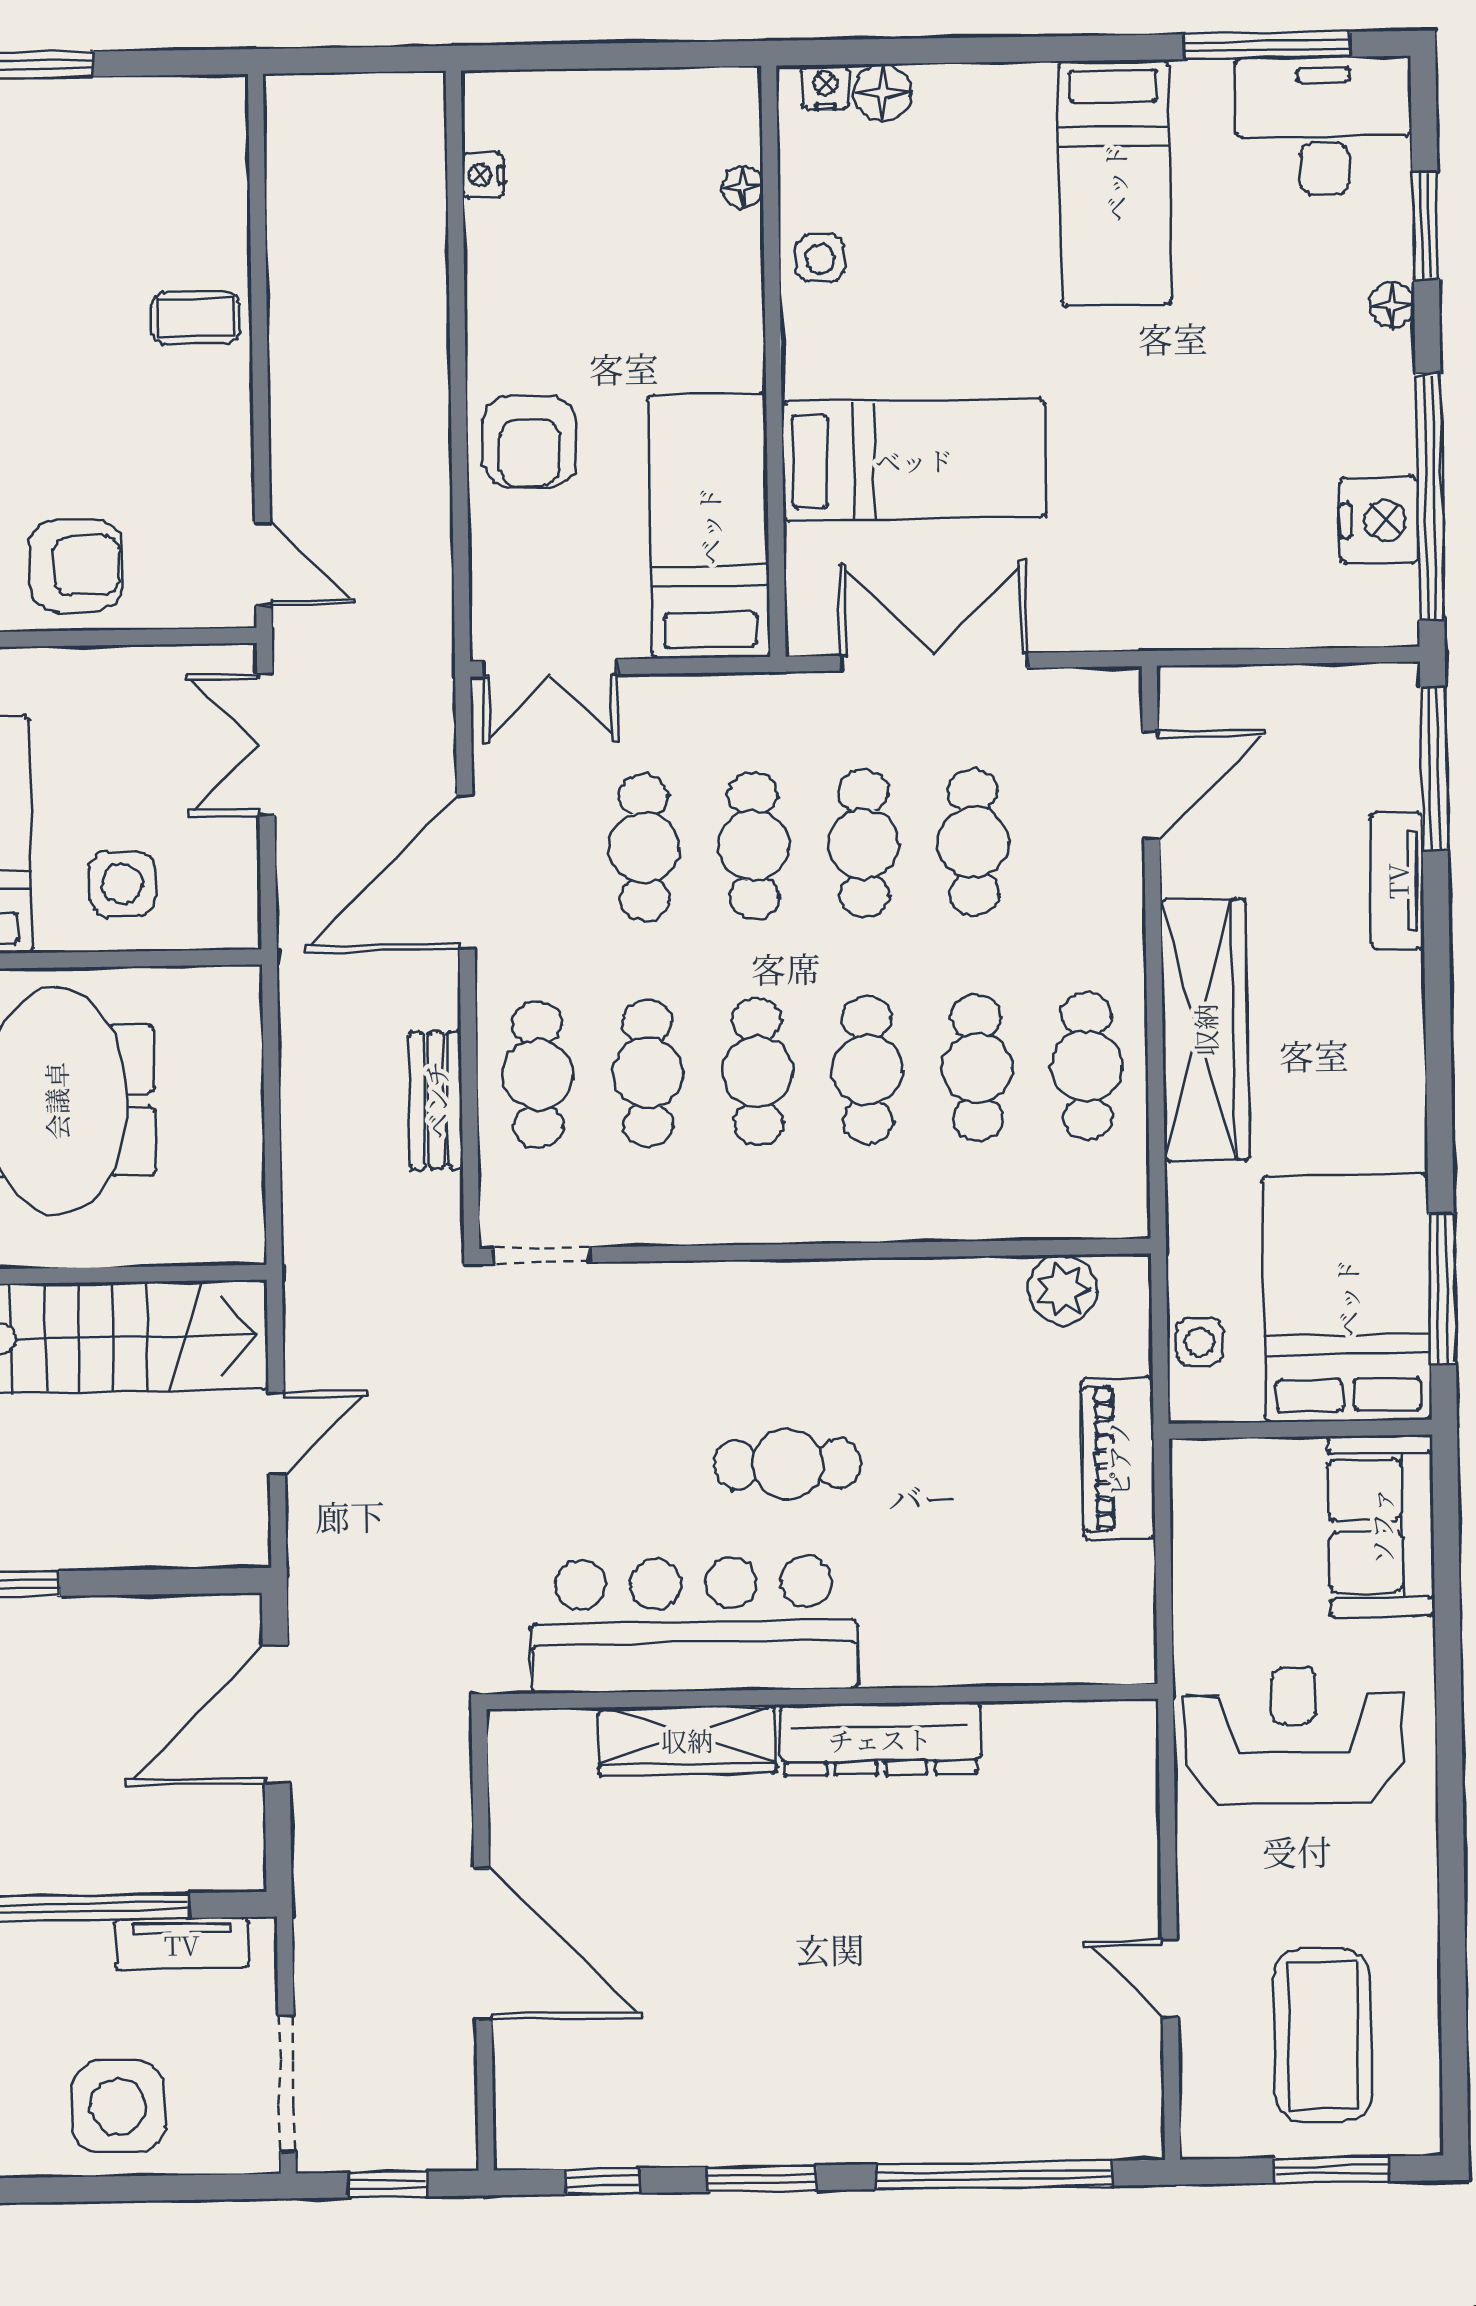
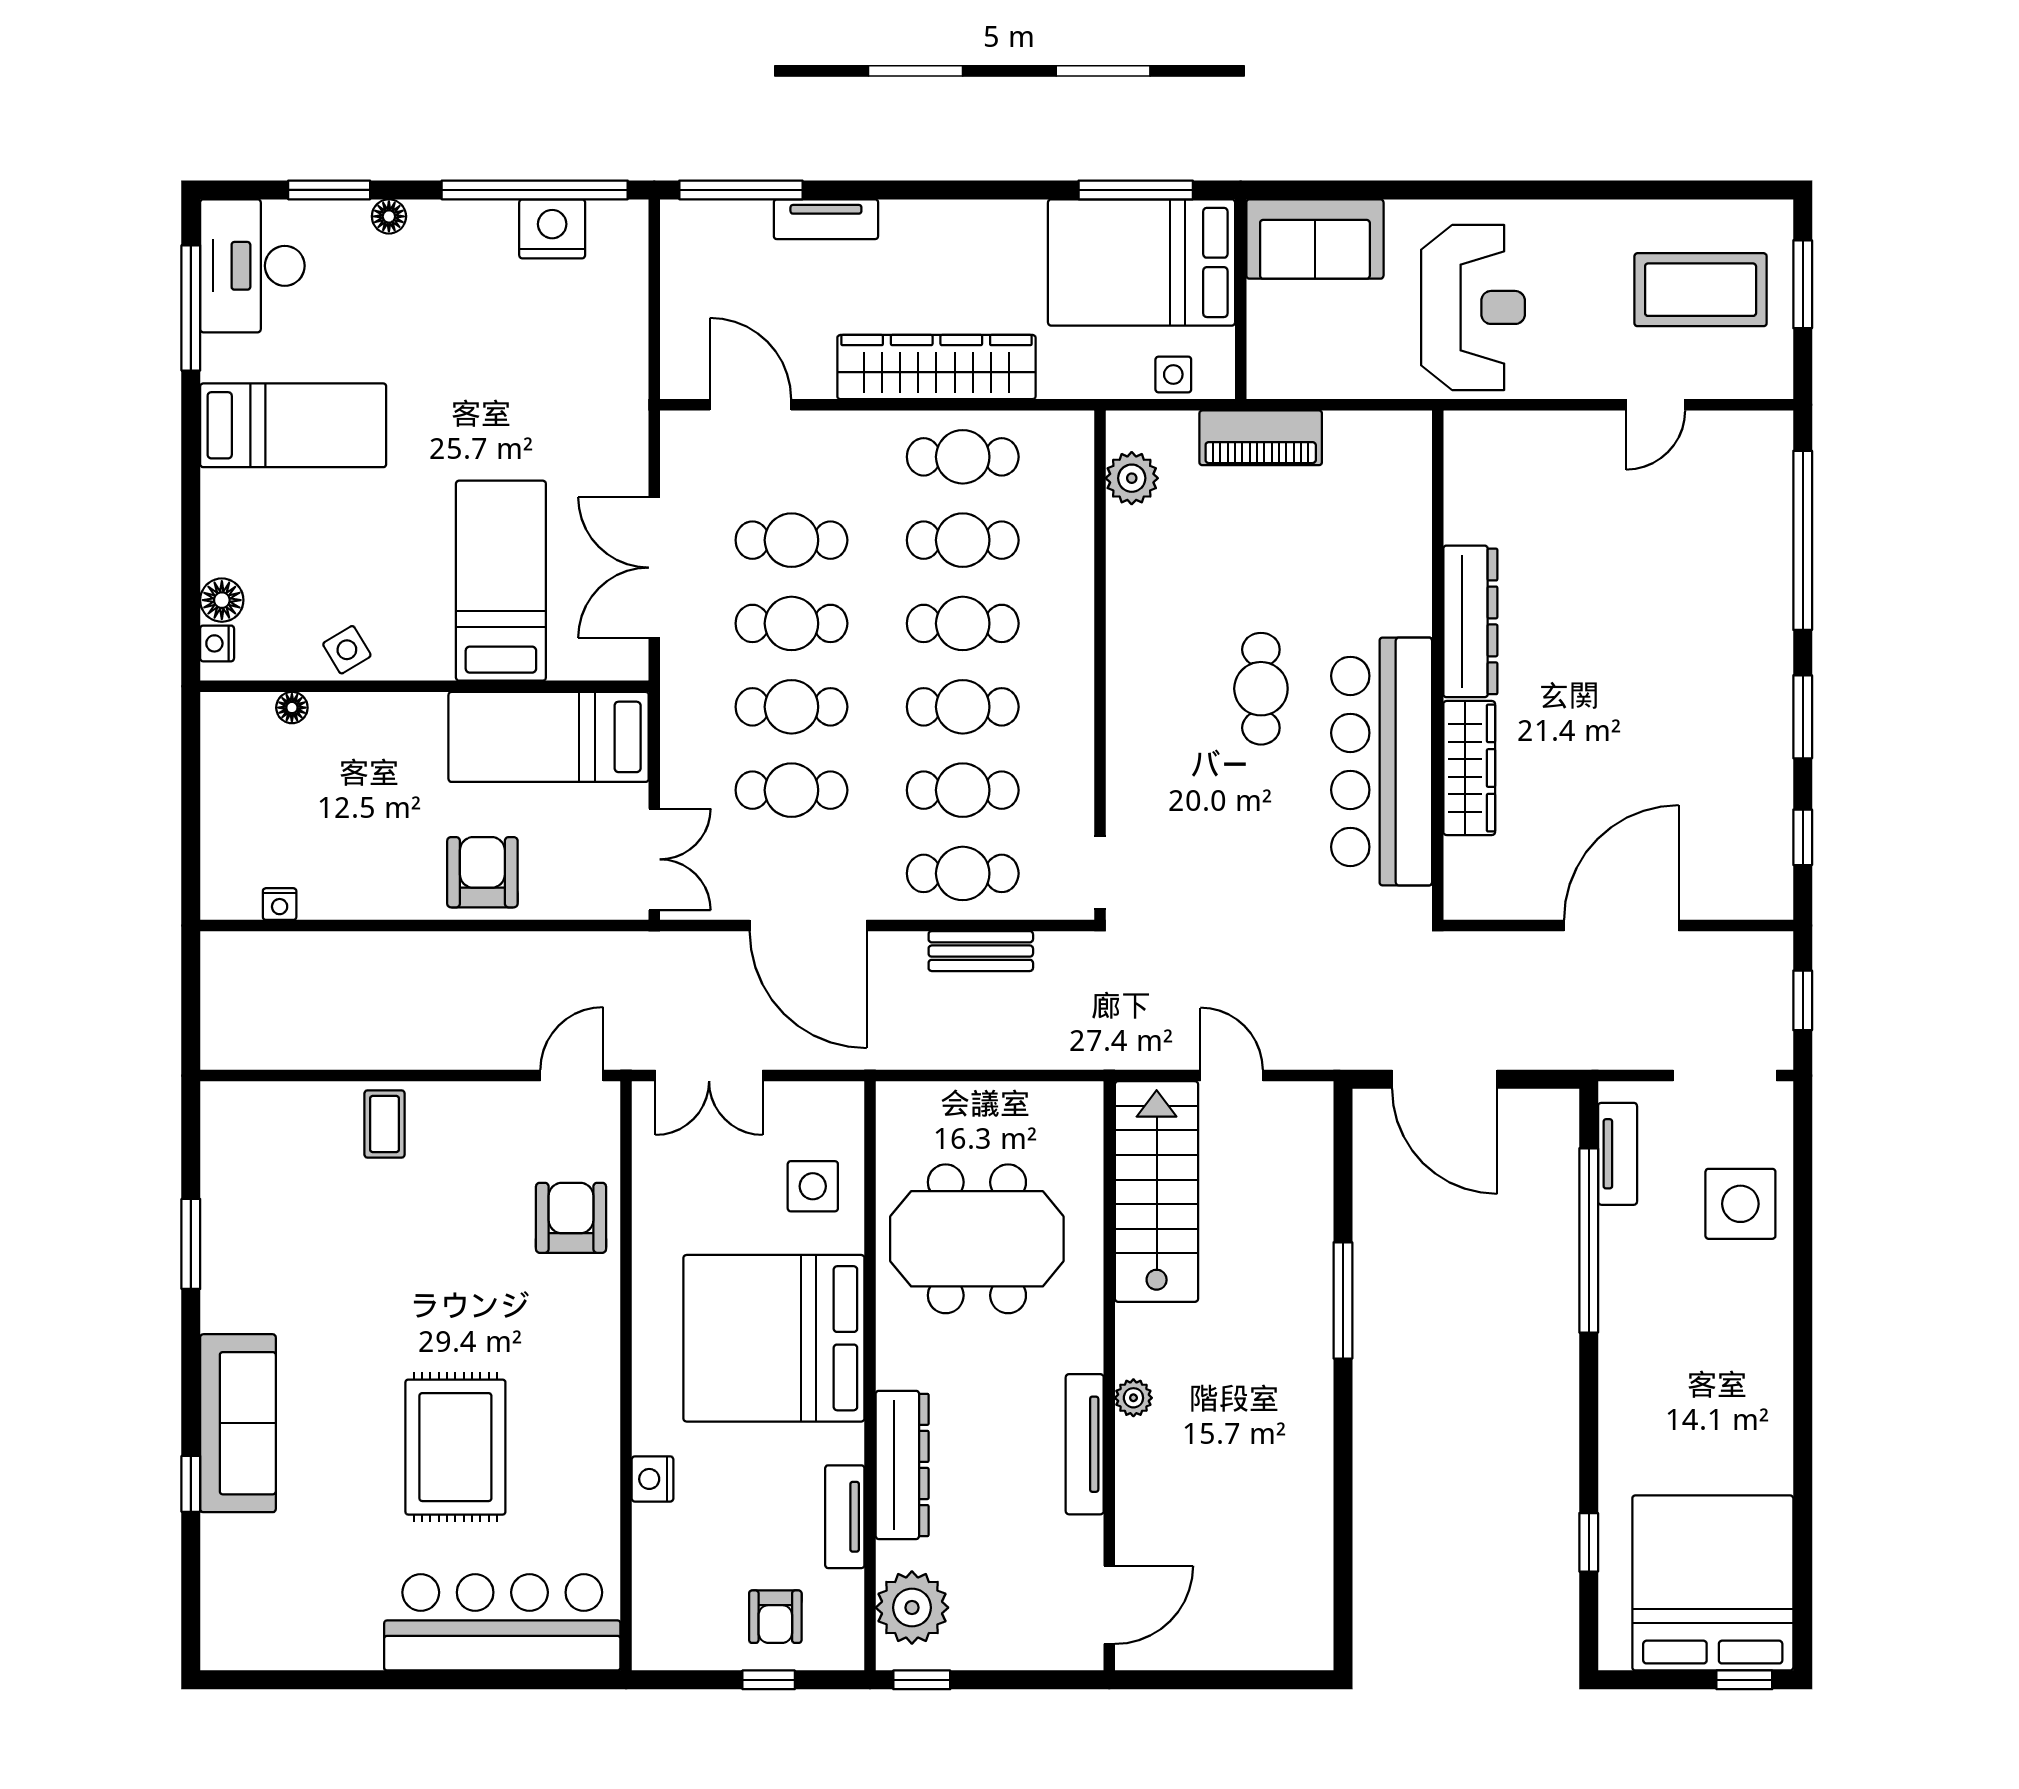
side table: (820, 258) -> (347, 650), turned -31
armchair: (529, 442) -> (482, 872), turned -90
reception desk: (1294, 1736) -> (1473, 307), turned 180

